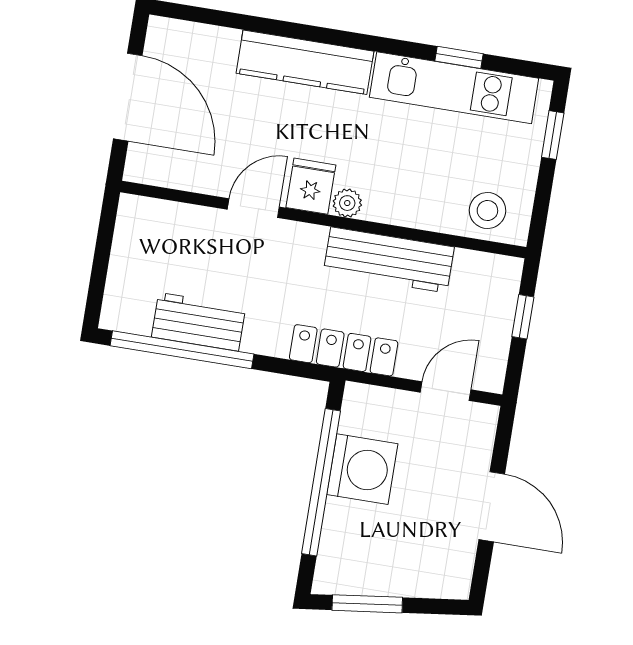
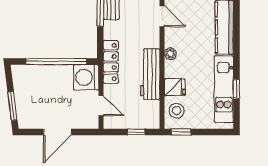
window: (553, 135) -> (181, 132), moved
fridge: (311, 186) -> (175, 87), moved
washing machine: (362, 469) -> (86, 77), moved, turned 90
window: (367, 604) -> (12, 106), moved

